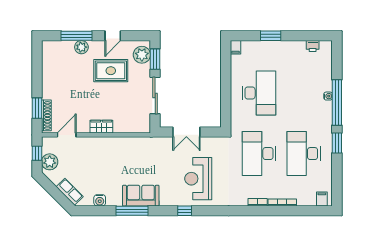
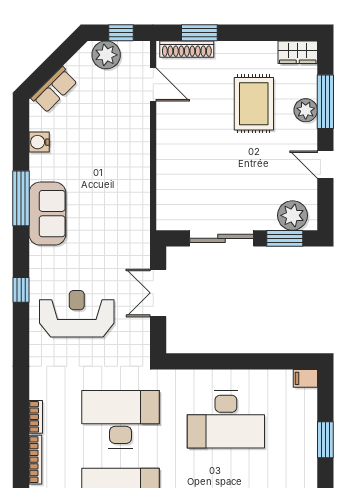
rug: (111, 71) -> (254, 104), moved
wardrobe: (101, 127) -> (298, 52), moved, turned 90

